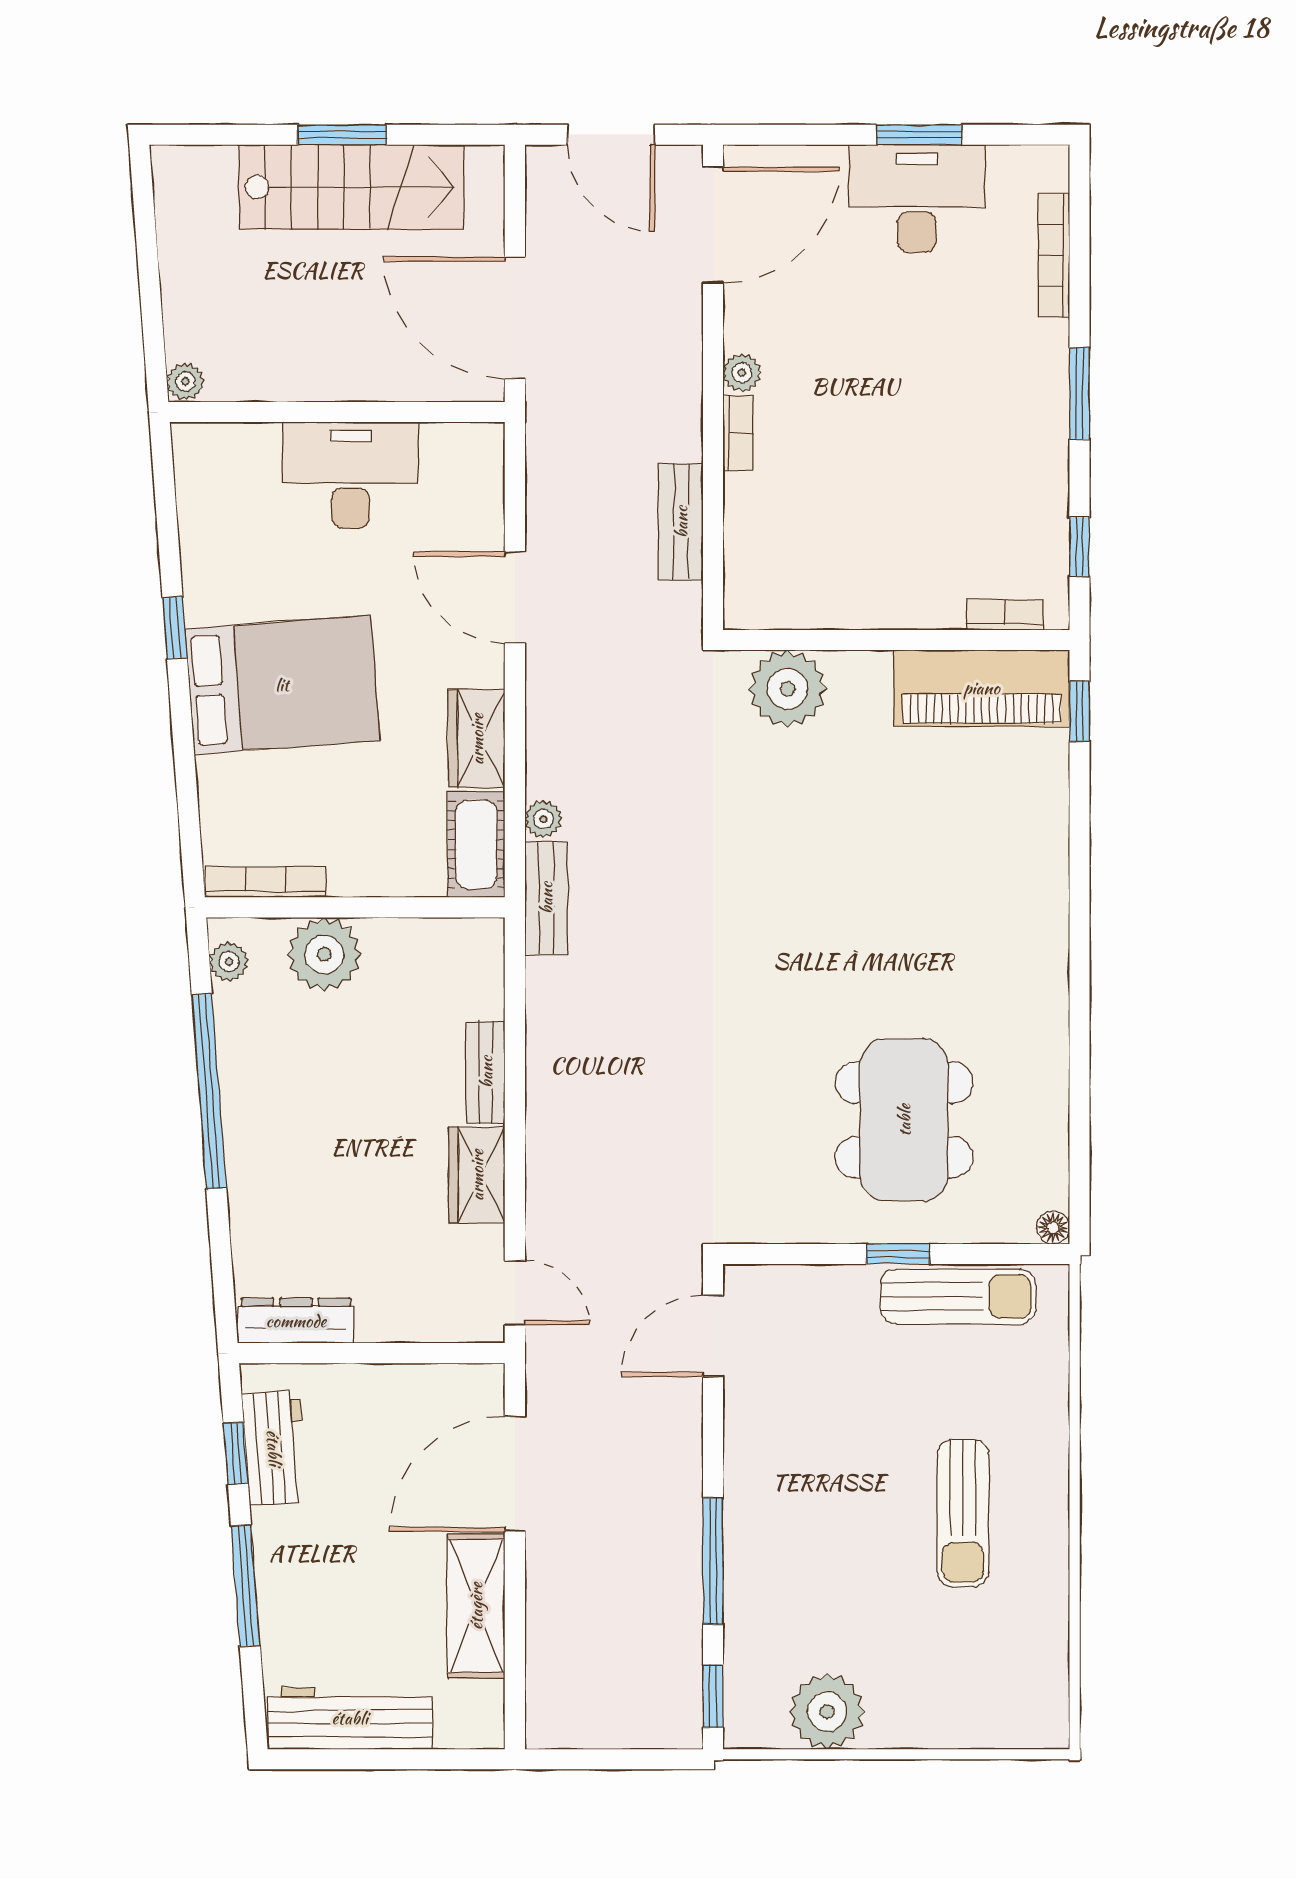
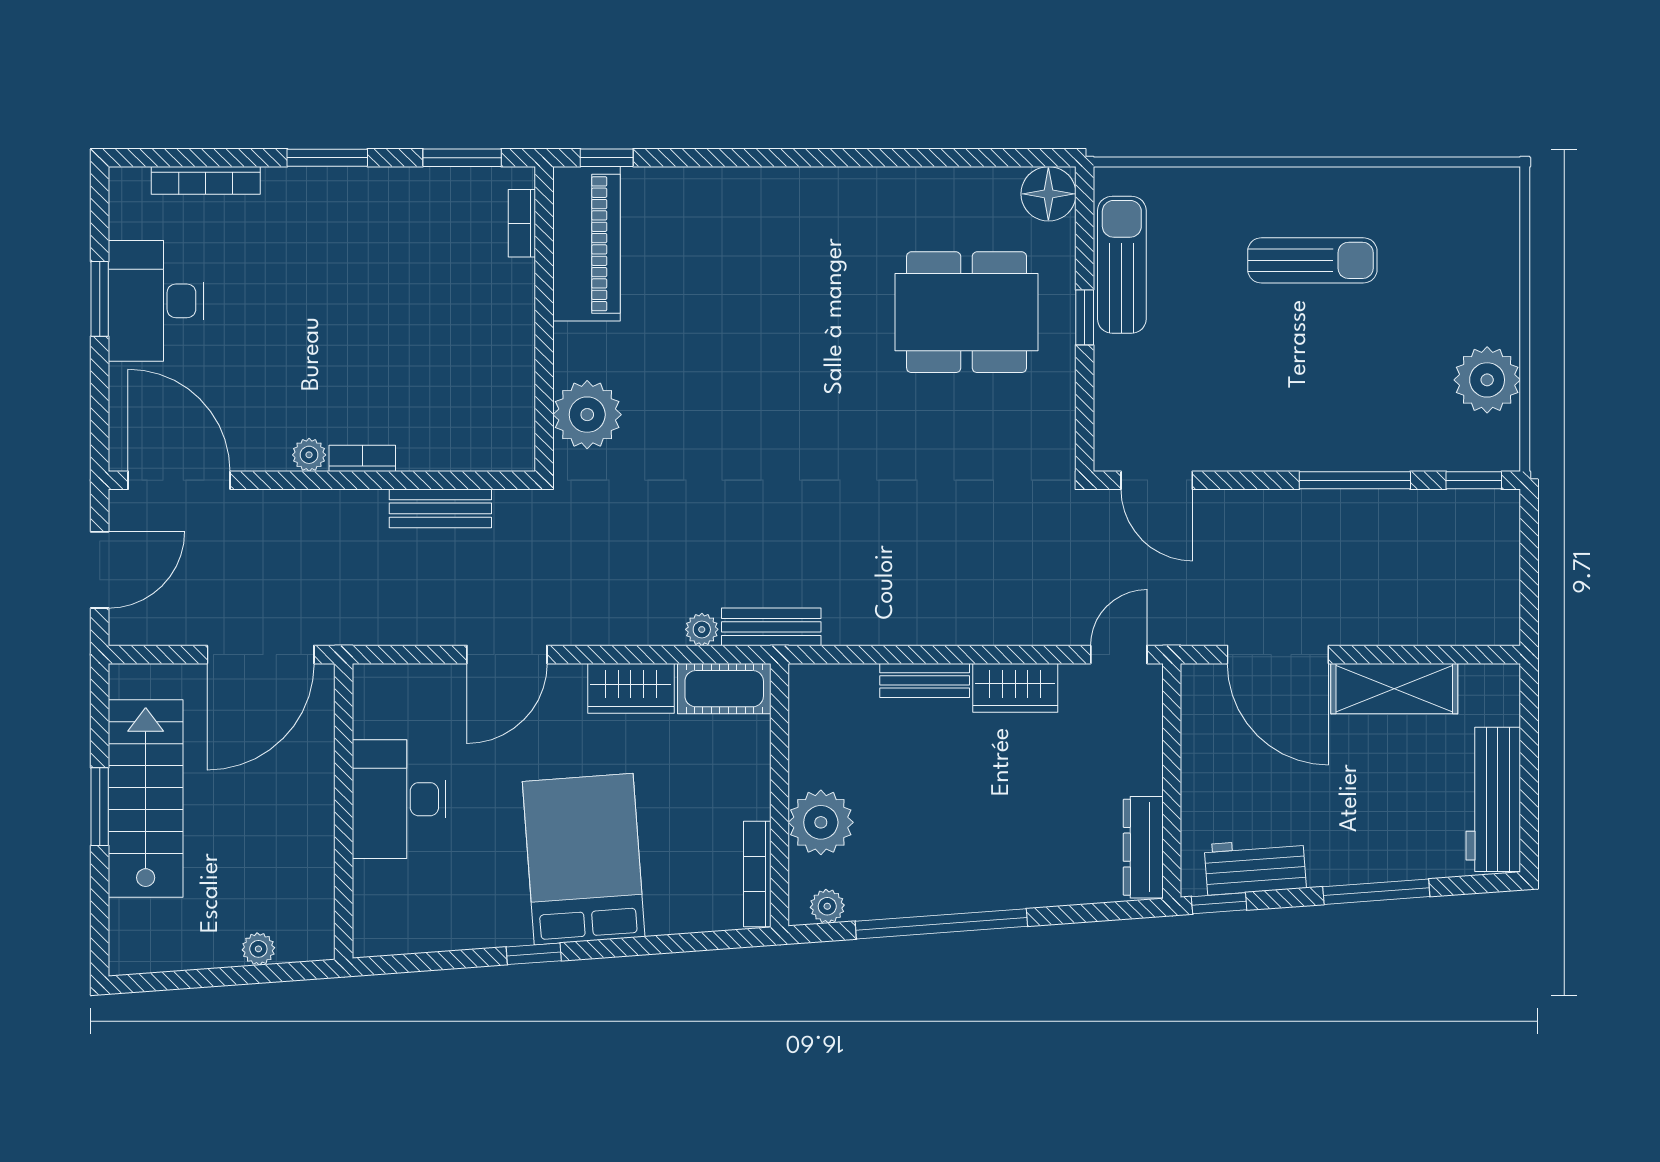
plant: (185, 381) -> (258, 949), moved
window: (1080, 547) -> (462, 158), width x1.50
floor lamp: (1053, 1228) -> (1048, 194), width x1.89, depth x1.89
window: (236, 1453) -> (1219, 903), moved

